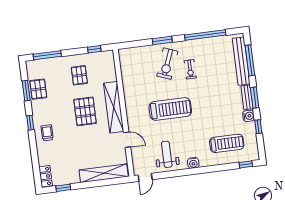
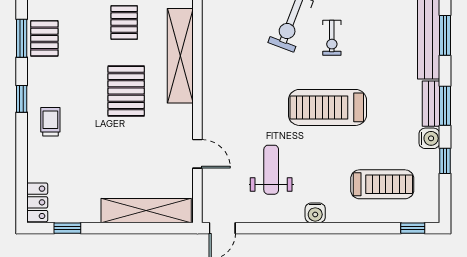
window: (250, 60) -> (445, 35), width x0.69
shelving: (114, 107) -> (180, 56), moved
treadmill: (170, 109) -> (327, 107), moved, turned 180
weight bench: (167, 154) -> (271, 170), moved

